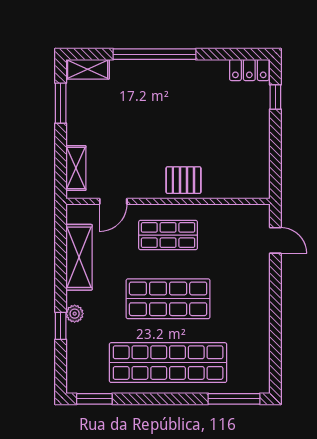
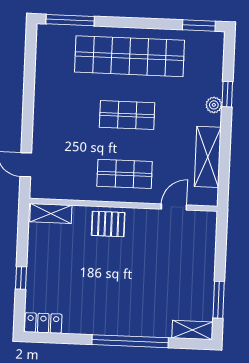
window: (275, 97) -> (21, 278), moved
shelving: (76, 168) -> (51, 213), moved, turned 90
shop shelf: (168, 299) -> (127, 115), width x0.70, depth x0.74

